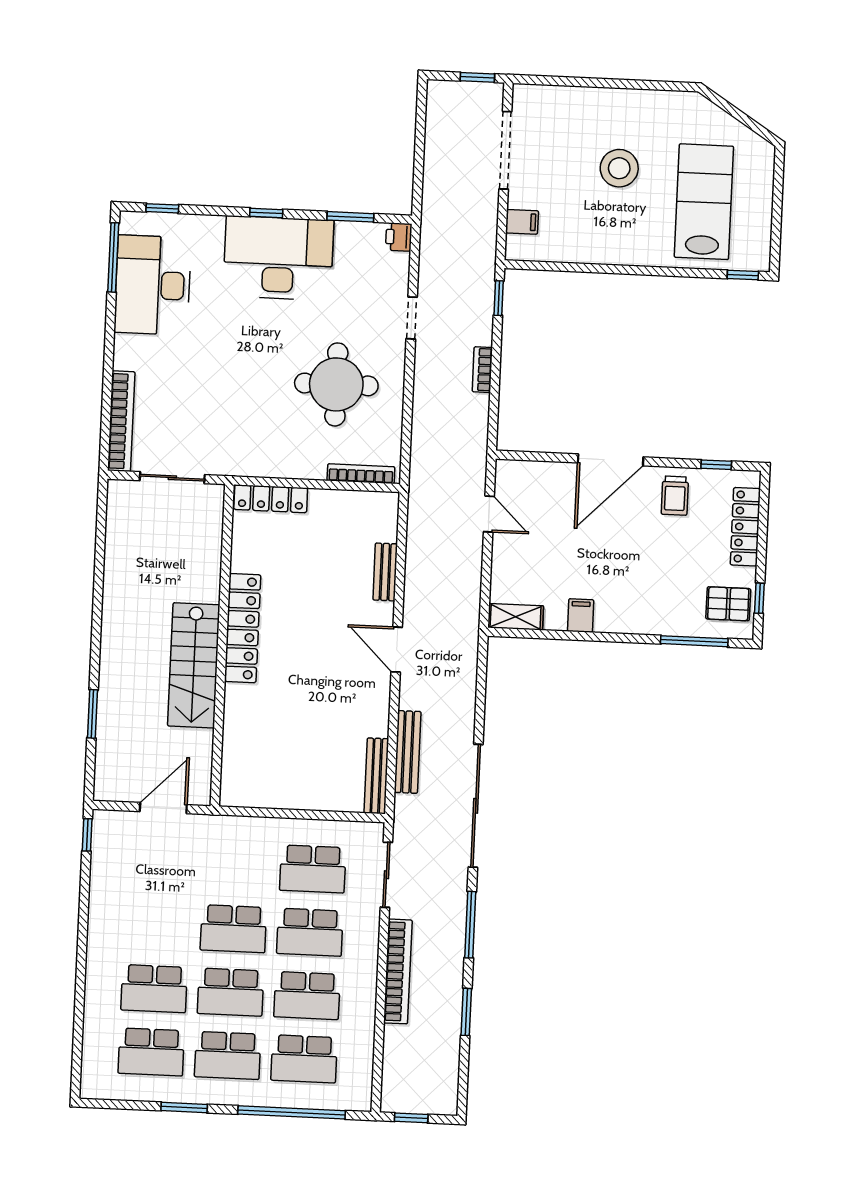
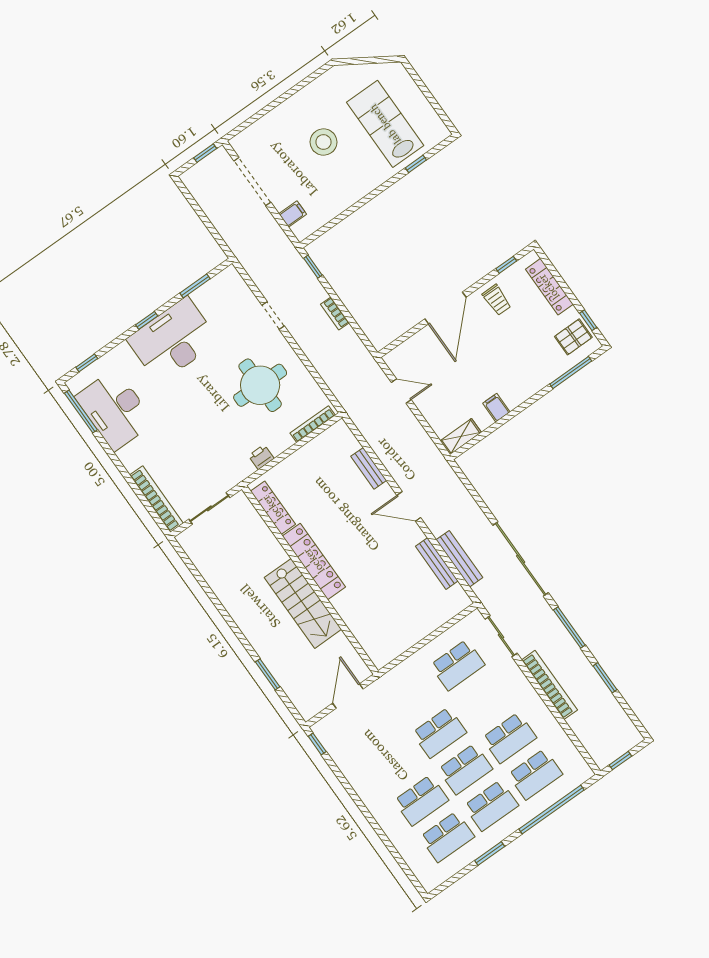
printer: (399, 237) -> (261, 457), moved, turned 90
window: (743, 275) -> (416, 164), moved
locker: (271, 499) -> (273, 508), moved, turned -90
bench: (376, 776) -> (437, 564), moved
school desk: (310, 932) -> (483, 701), removed

